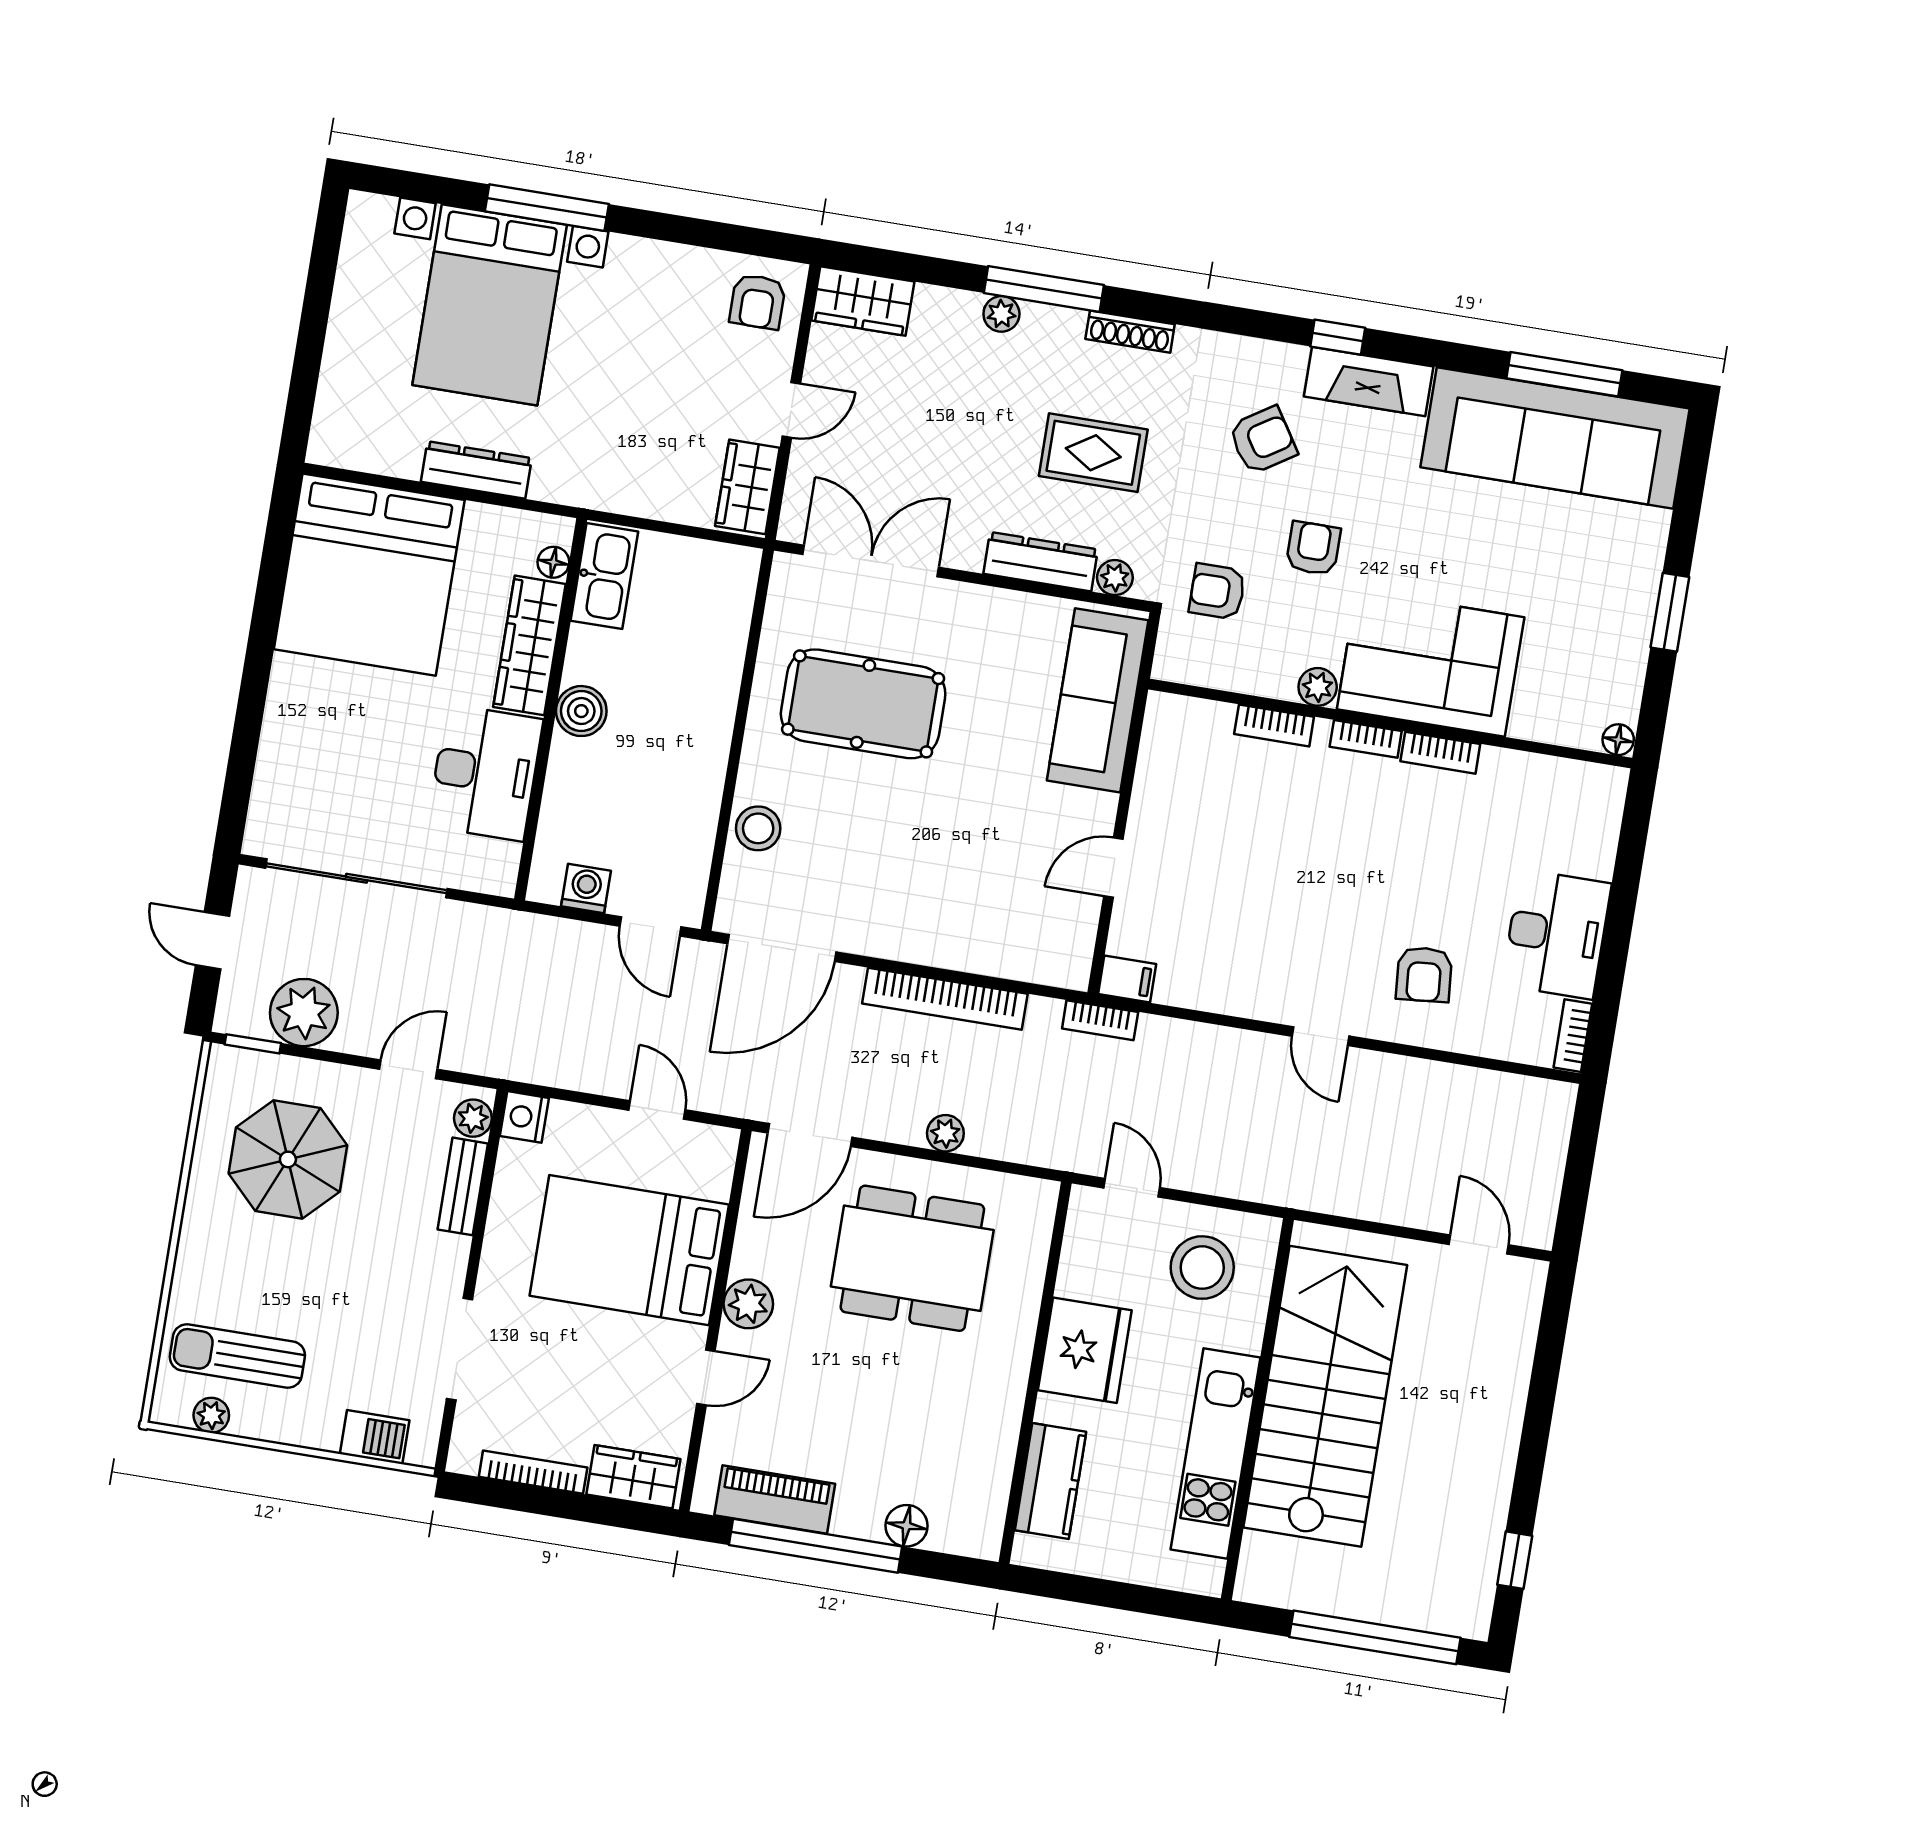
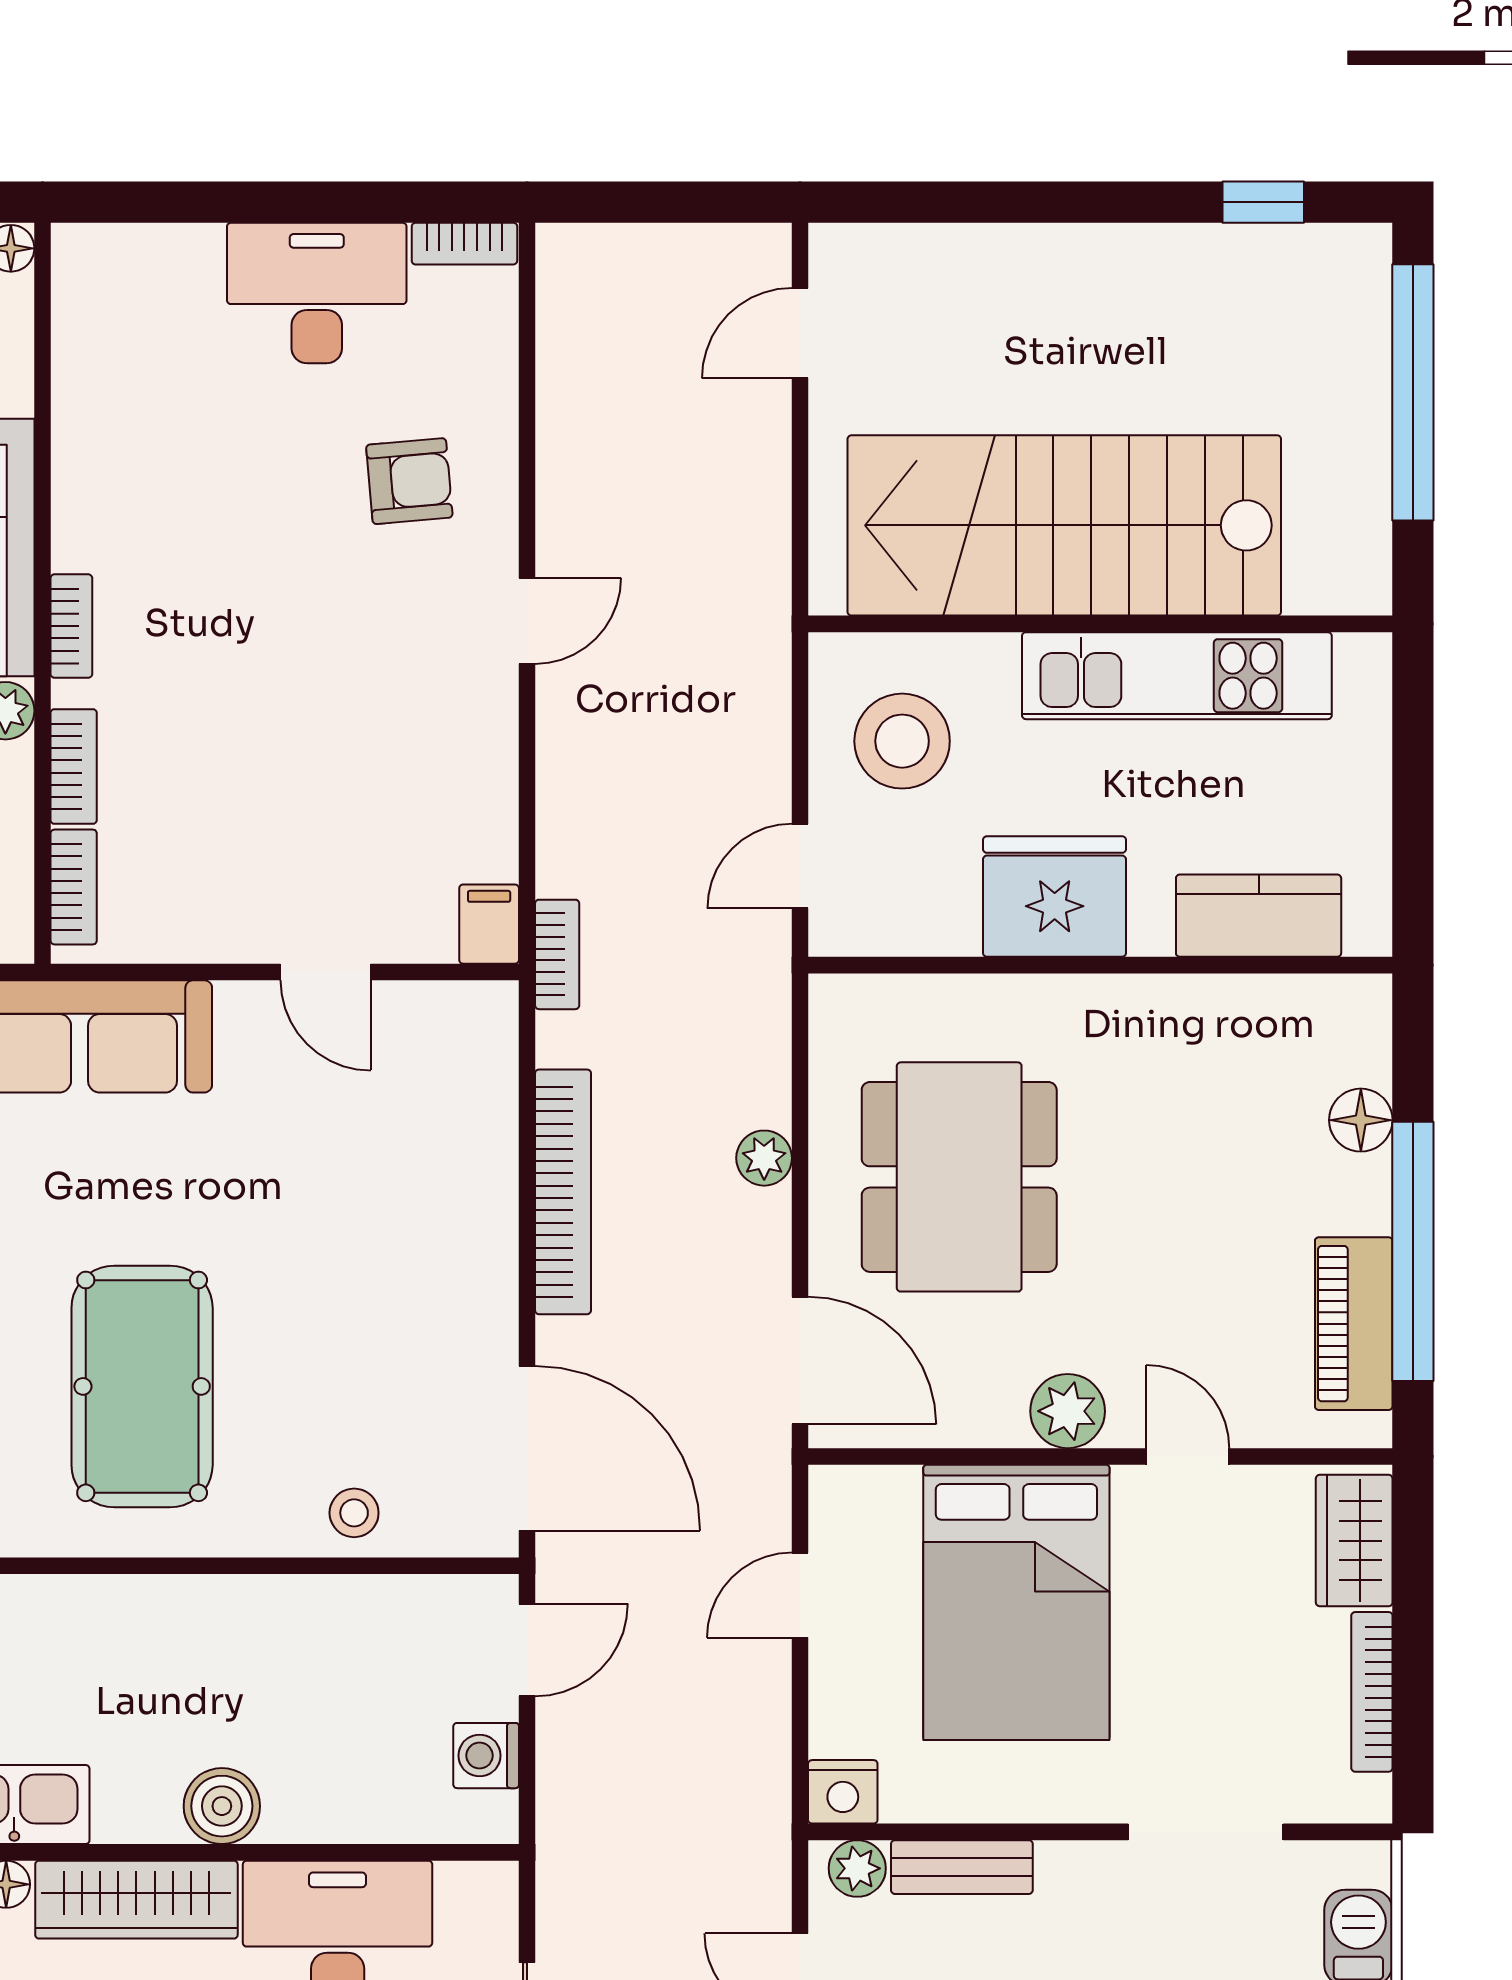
bookcase: (1440, 753) -> (74, 887), moved
stool: (758, 828) -> (354, 1513), width x0.73, depth x0.73

